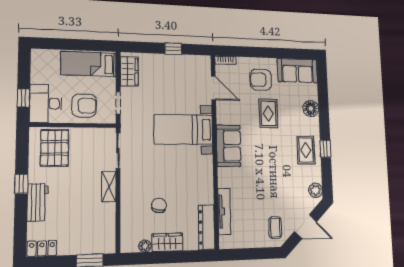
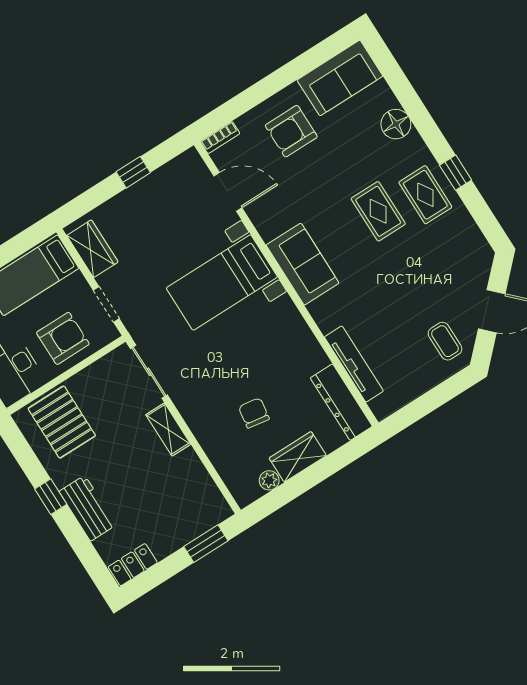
rug: (268, 113) -> (378, 211), moved
plant: (316, 190) -> (476, 247), removed

